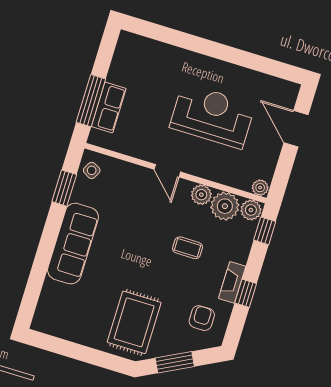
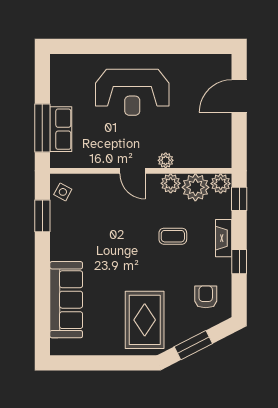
reception desk: (212, 116) -> (132, 92), moved, turned 180
door: (296, 129) -> (239, 96), hinge flipped
plant: (260, 188) -> (166, 160), moved
sofa: (73, 244) -> (66, 300), moved
fireplace: (232, 282) -> (224, 238), moved

